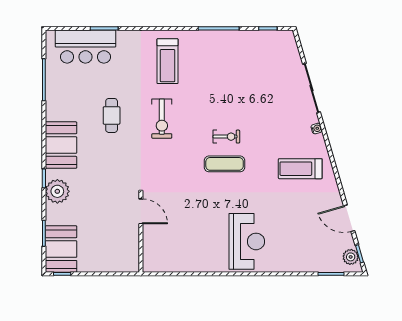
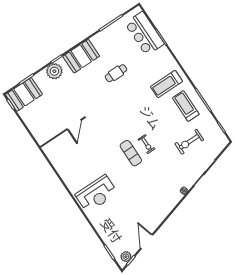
exercise bike: (162, 119) -> (189, 142), moved
treadmill: (300, 169) -> (186, 106), moved

